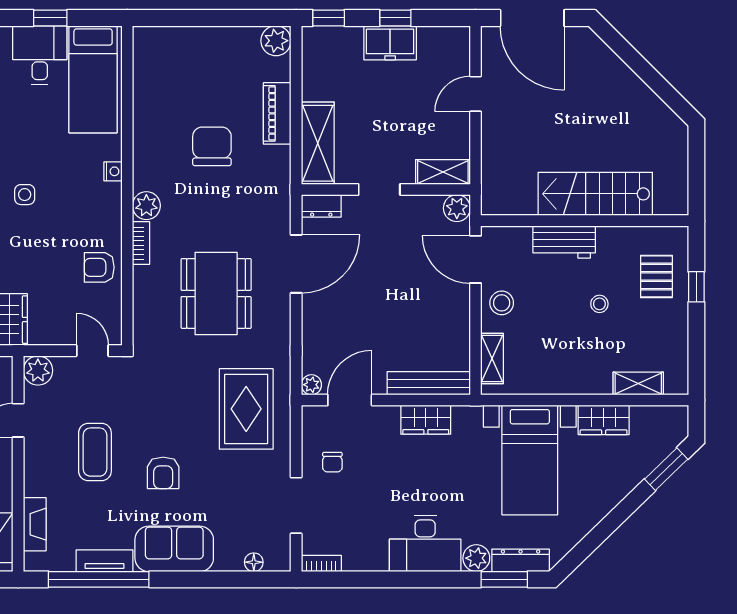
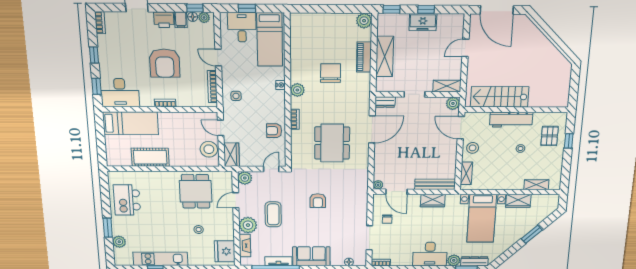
shelving: (318, 143) -> (385, 56), moved
stairs: (595, 194) -> (500, 97), moved
plant: (146, 206) -> (297, 90), moved
workbench: (564, 242) -> (511, 120), width x1.38
door: (92, 351) -> (271, 169), hinge flipped
door: (350, 400) -> (396, 192), swing flipped
rug: (246, 409) -> (346, 195), removed
window: (666, 469) -> (532, 234), moved
armchair: (163, 473) -> (318, 201), moved
plant: (42, 477) -> (248, 225), added

